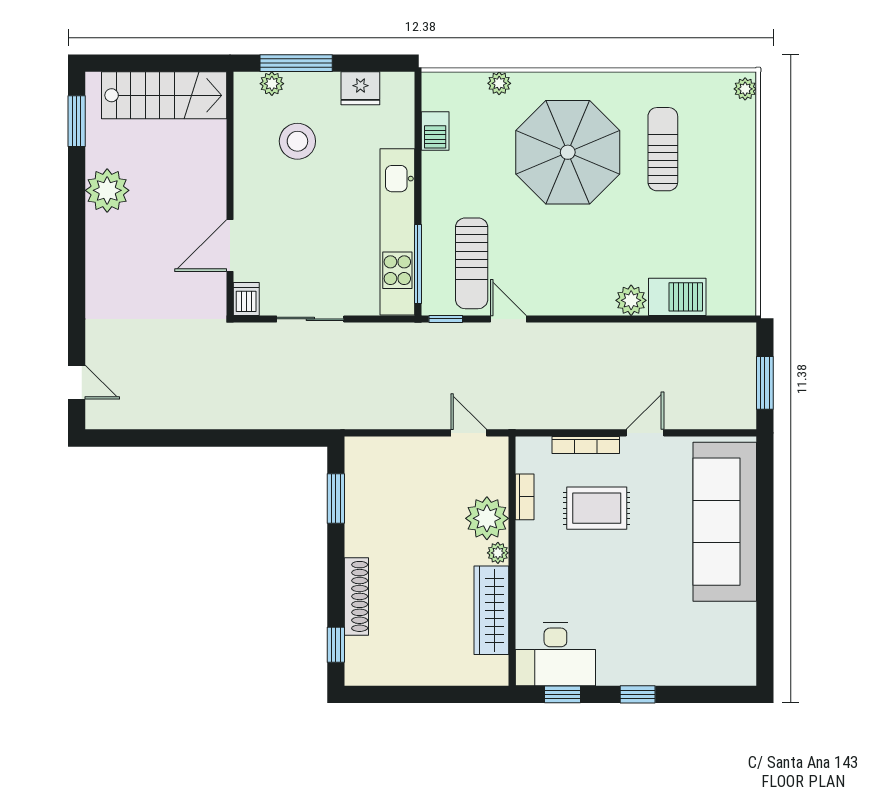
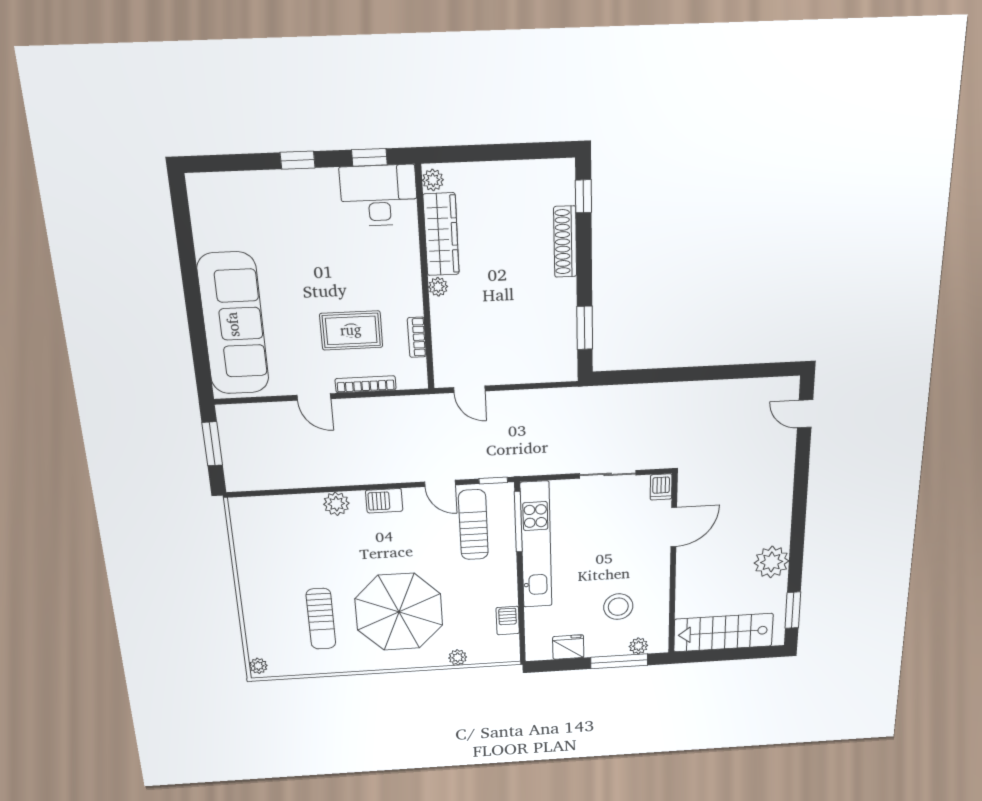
barbecue: (677, 297) -> (384, 501), moved, width x0.73, depth x0.79
door: (645, 433) -> (314, 397), hinge flipped
plant: (487, 518) -> (433, 180), moved, width x0.53, depth x0.53

